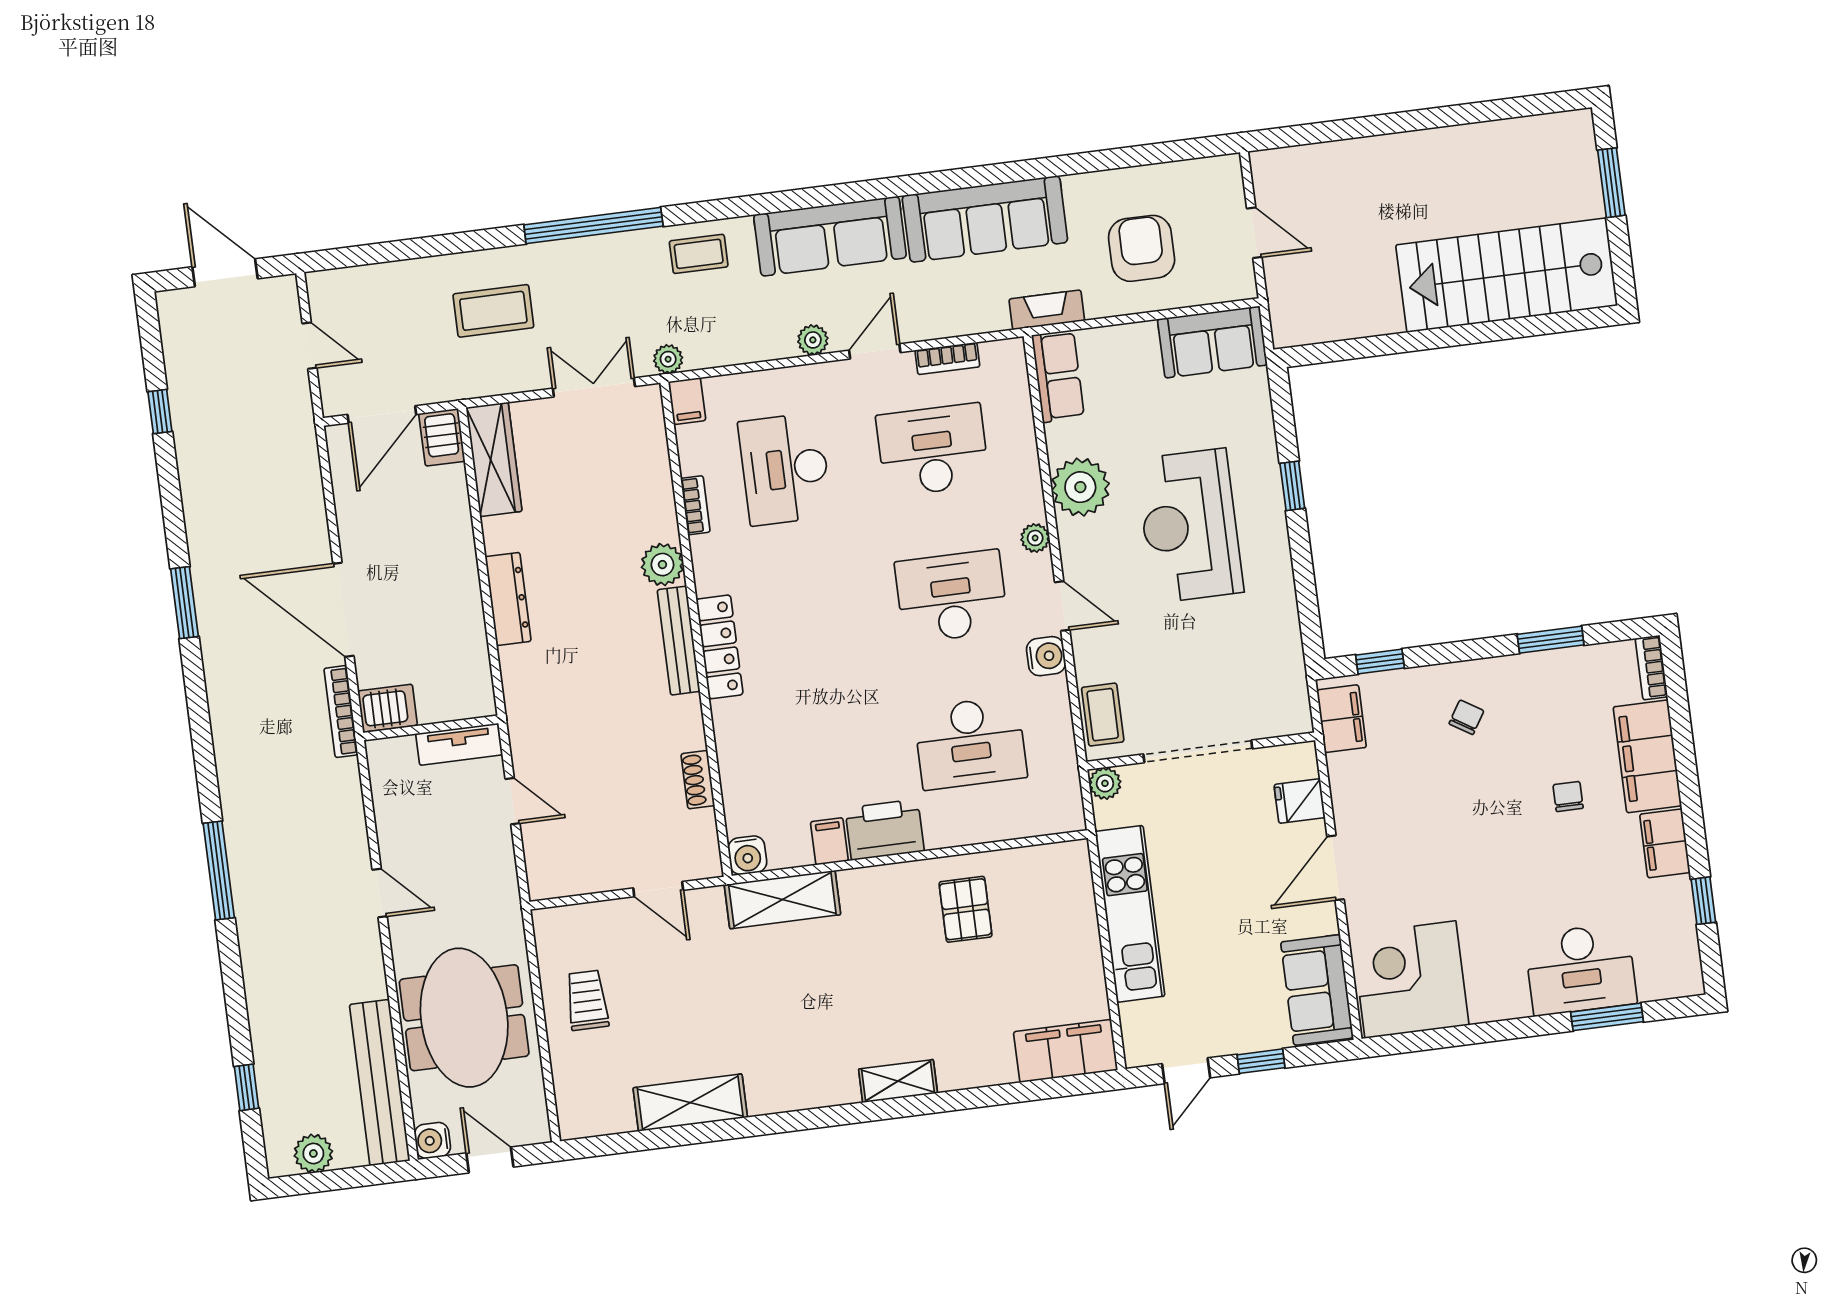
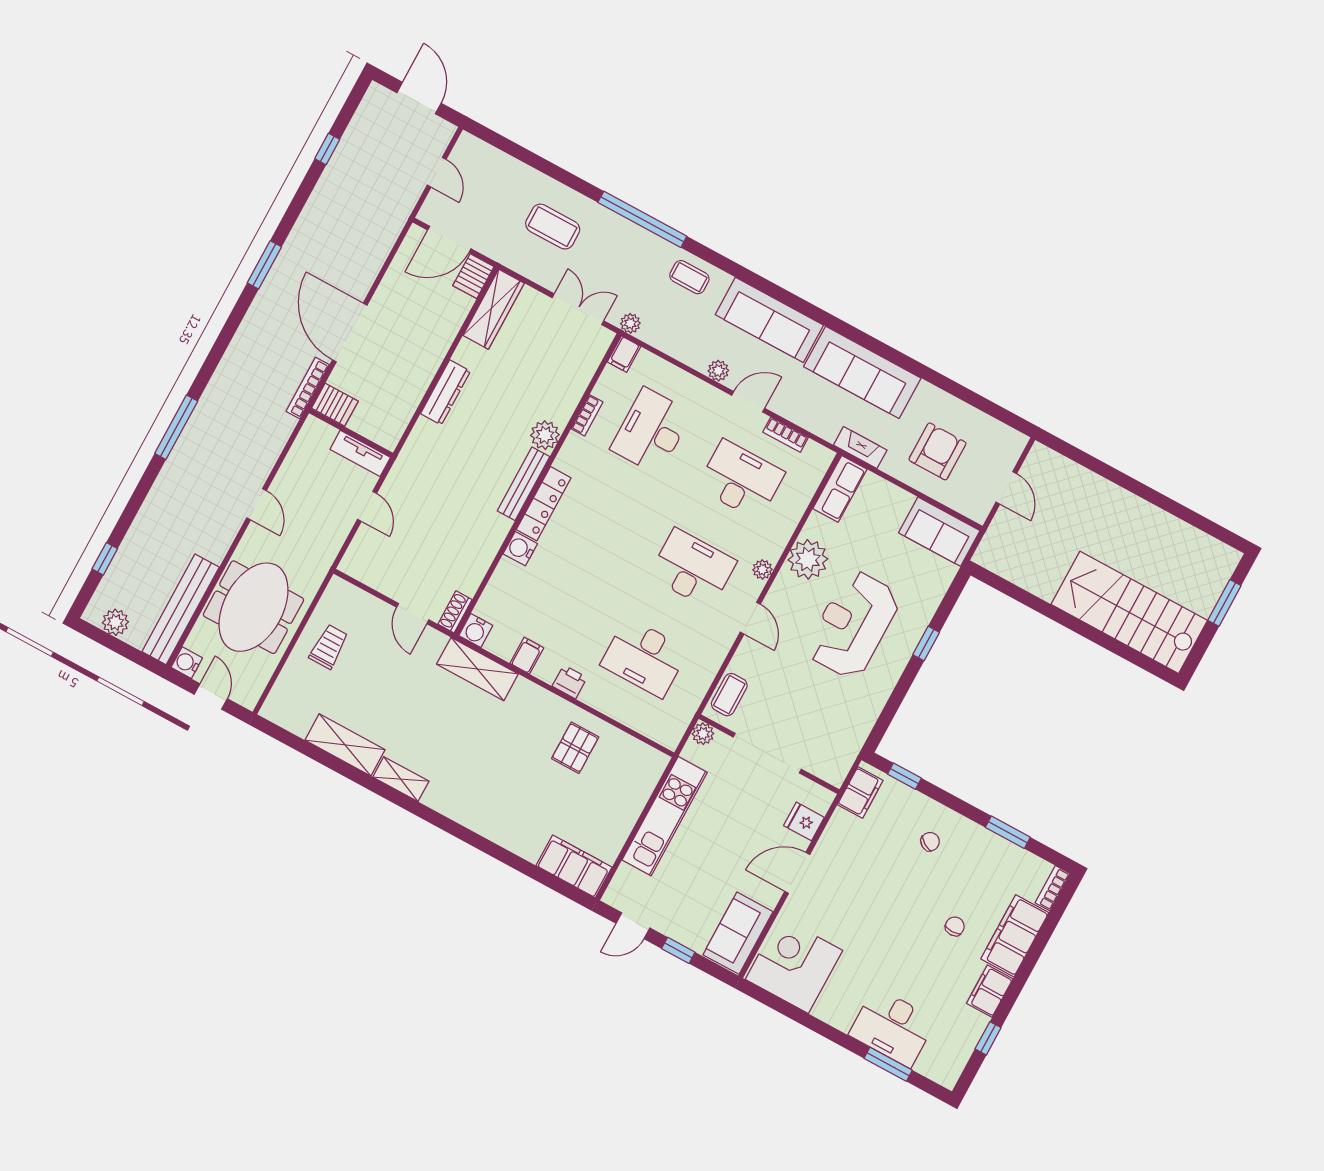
water cooler: (1046, 656) -> (520, 549), moved, turned 180
shoe rack: (698, 780) -> (455, 612), moved
printer: (885, 830) -> (570, 682), width x0.53, depth x0.68
shelving: (898, 1081) -> (401, 779), moved

